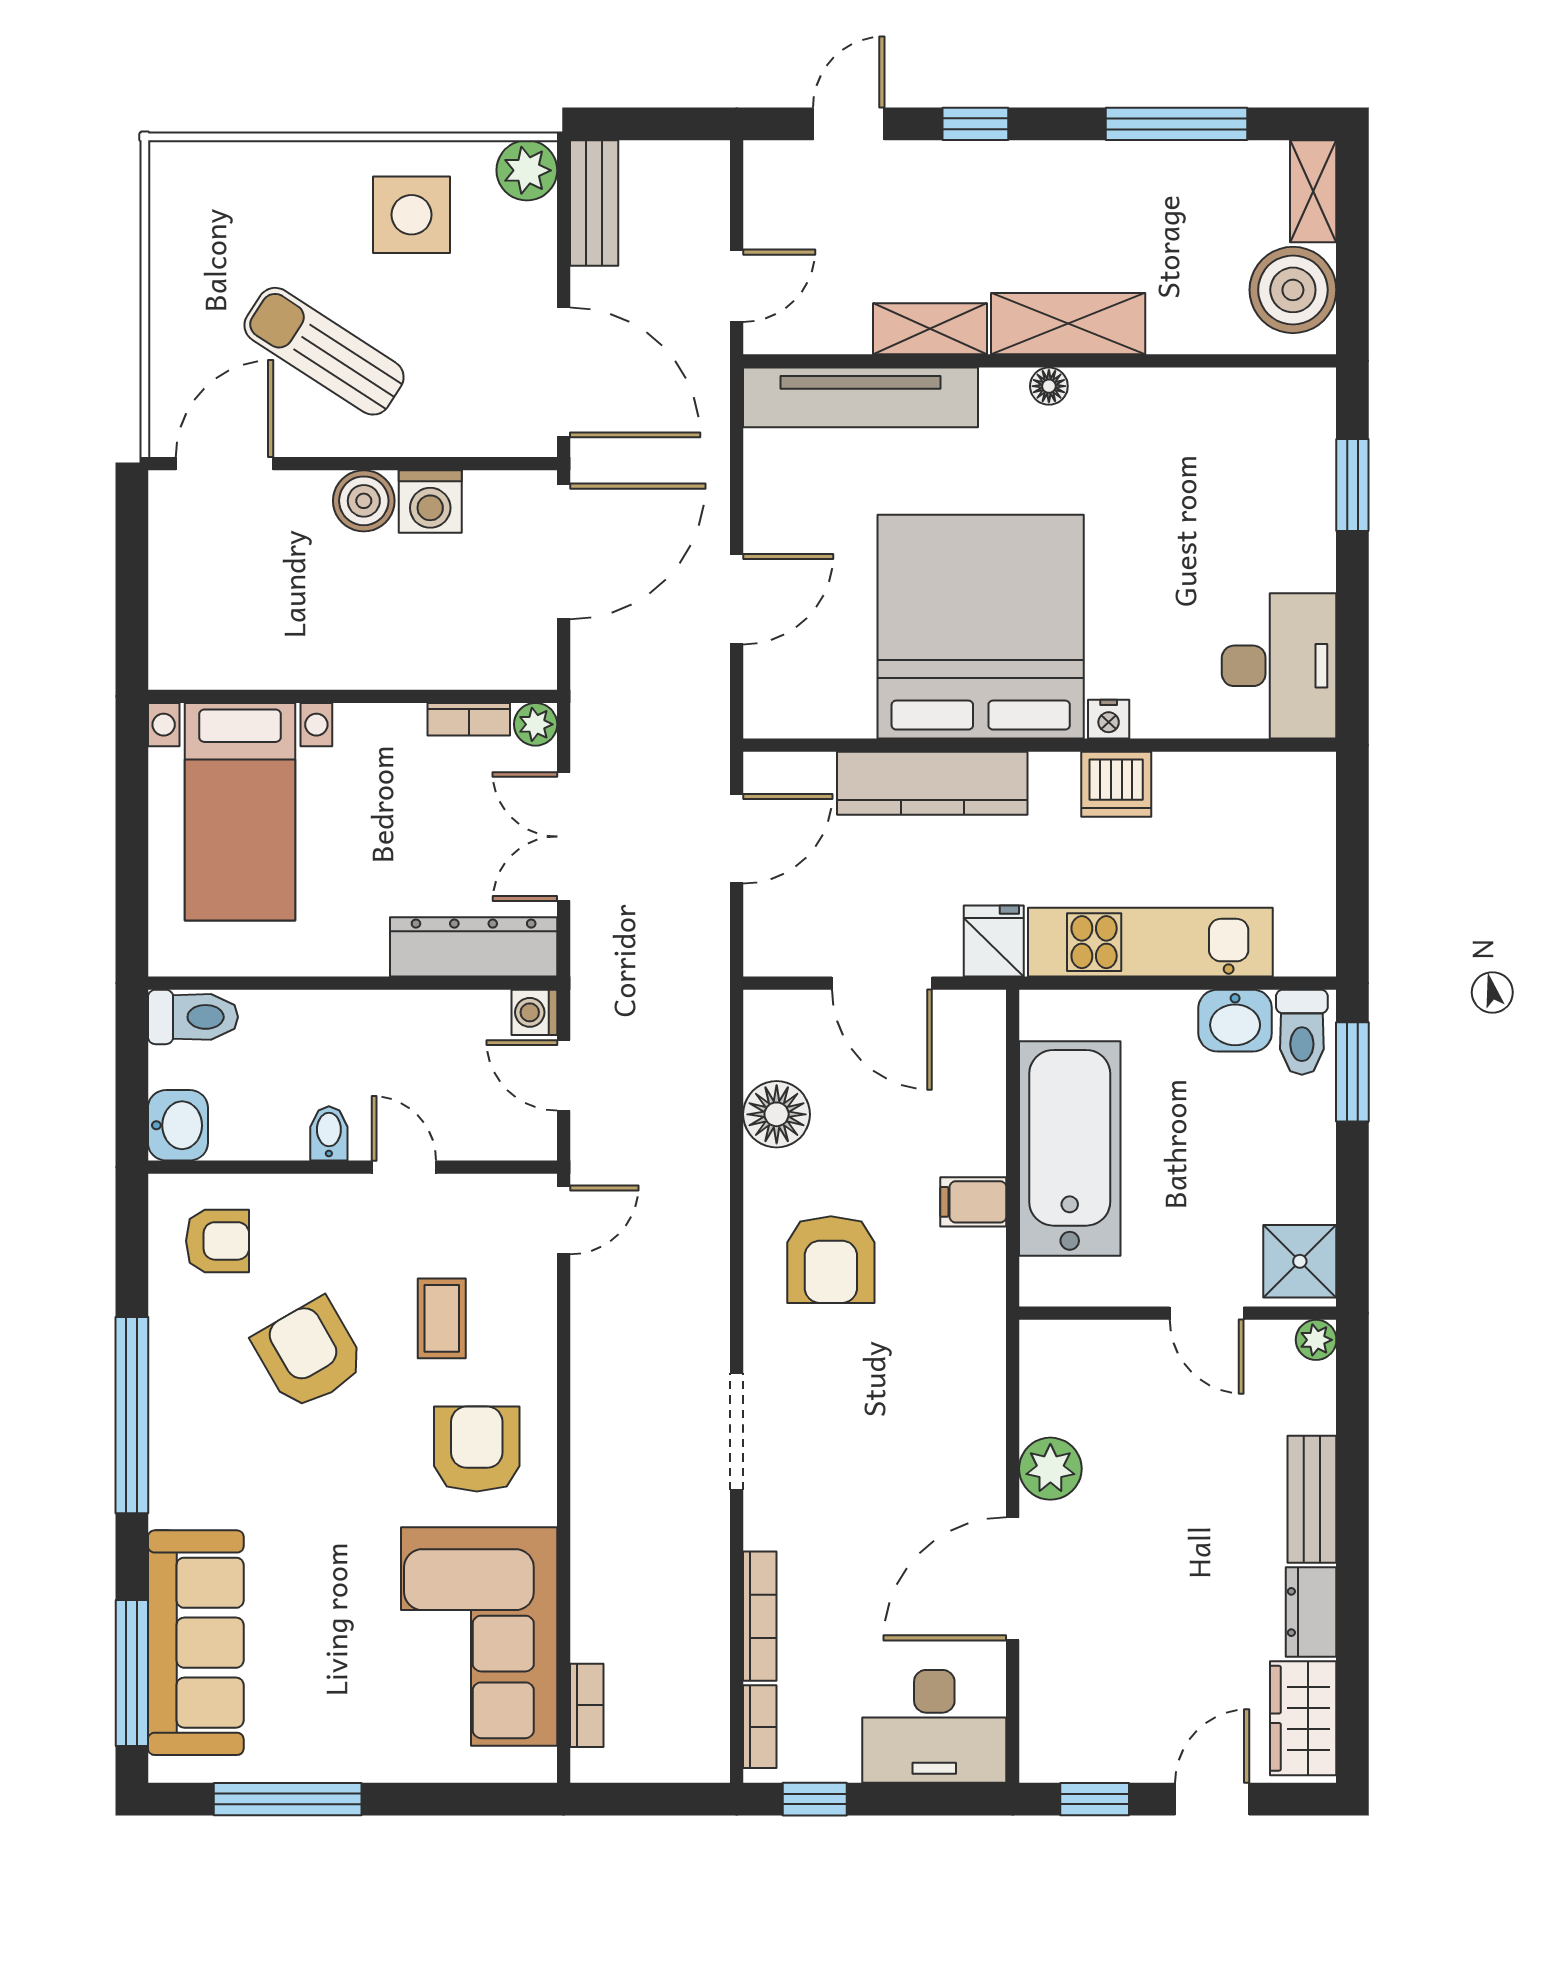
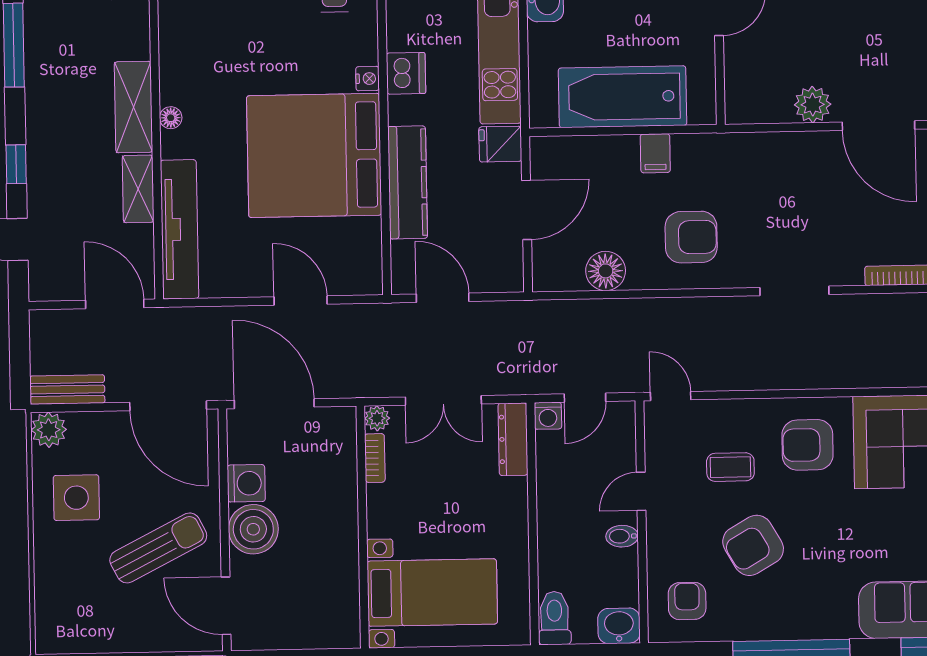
door: (737, 286) -> (115, 304), width x1.38
sun lounger: (324, 351) -> (158, 548), turned -150
door: (564, 372) -> (168, 406), swing flipped
boiler: (364, 501) -> (253, 529), width x1.37, depth x1.37
dresser: (474, 947) -> (513, 439), width x0.73, depth x0.80

